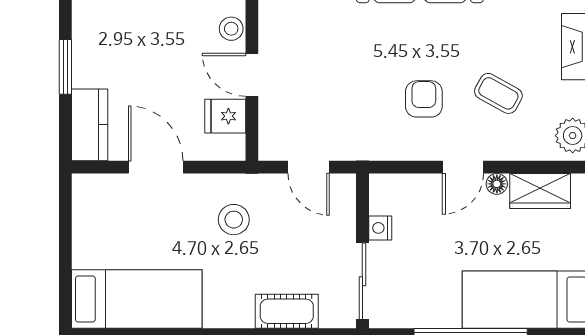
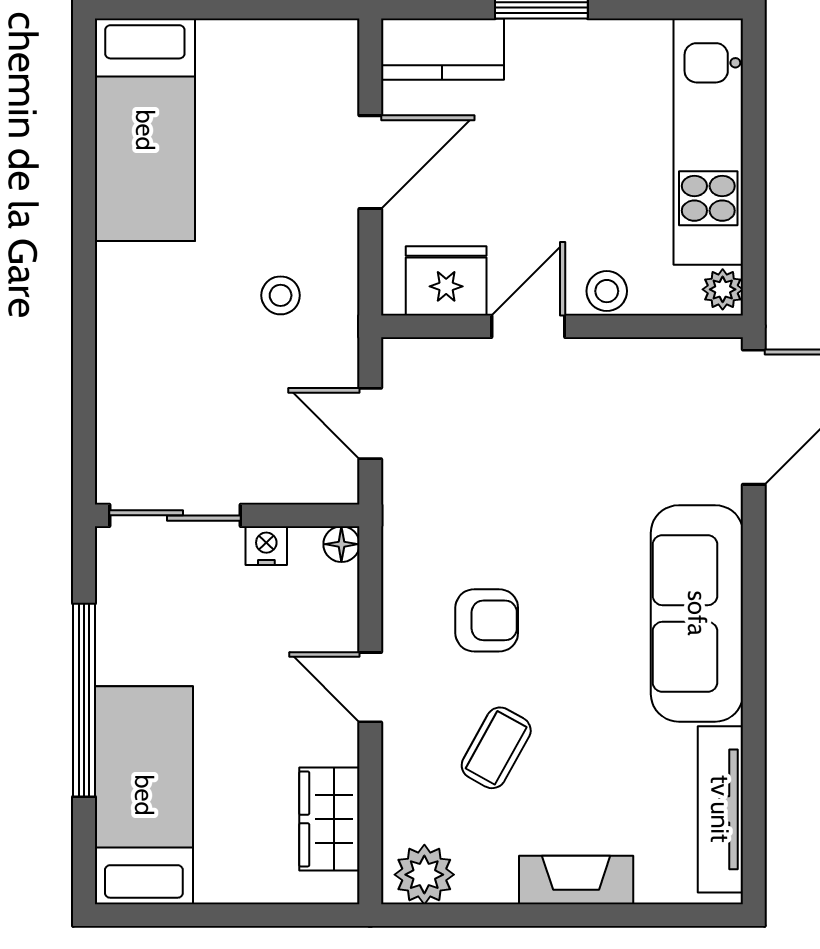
fridge: (225, 116) -> (446, 281), width x1.38
door: (309, 167) -> (370, 423), hinge flipped
floor lamp: (497, 184) -> (341, 544), moved
stool: (234, 220) -> (281, 295), width x0.73, depth x0.73
cot: (287, 311) -> (124, 386), removed

